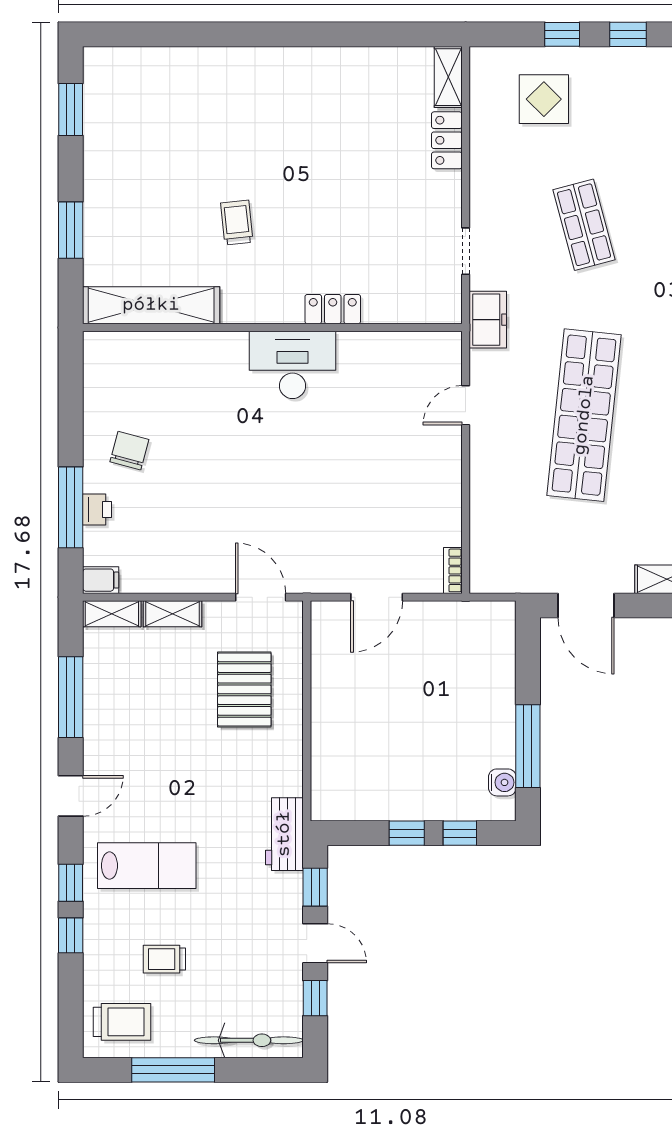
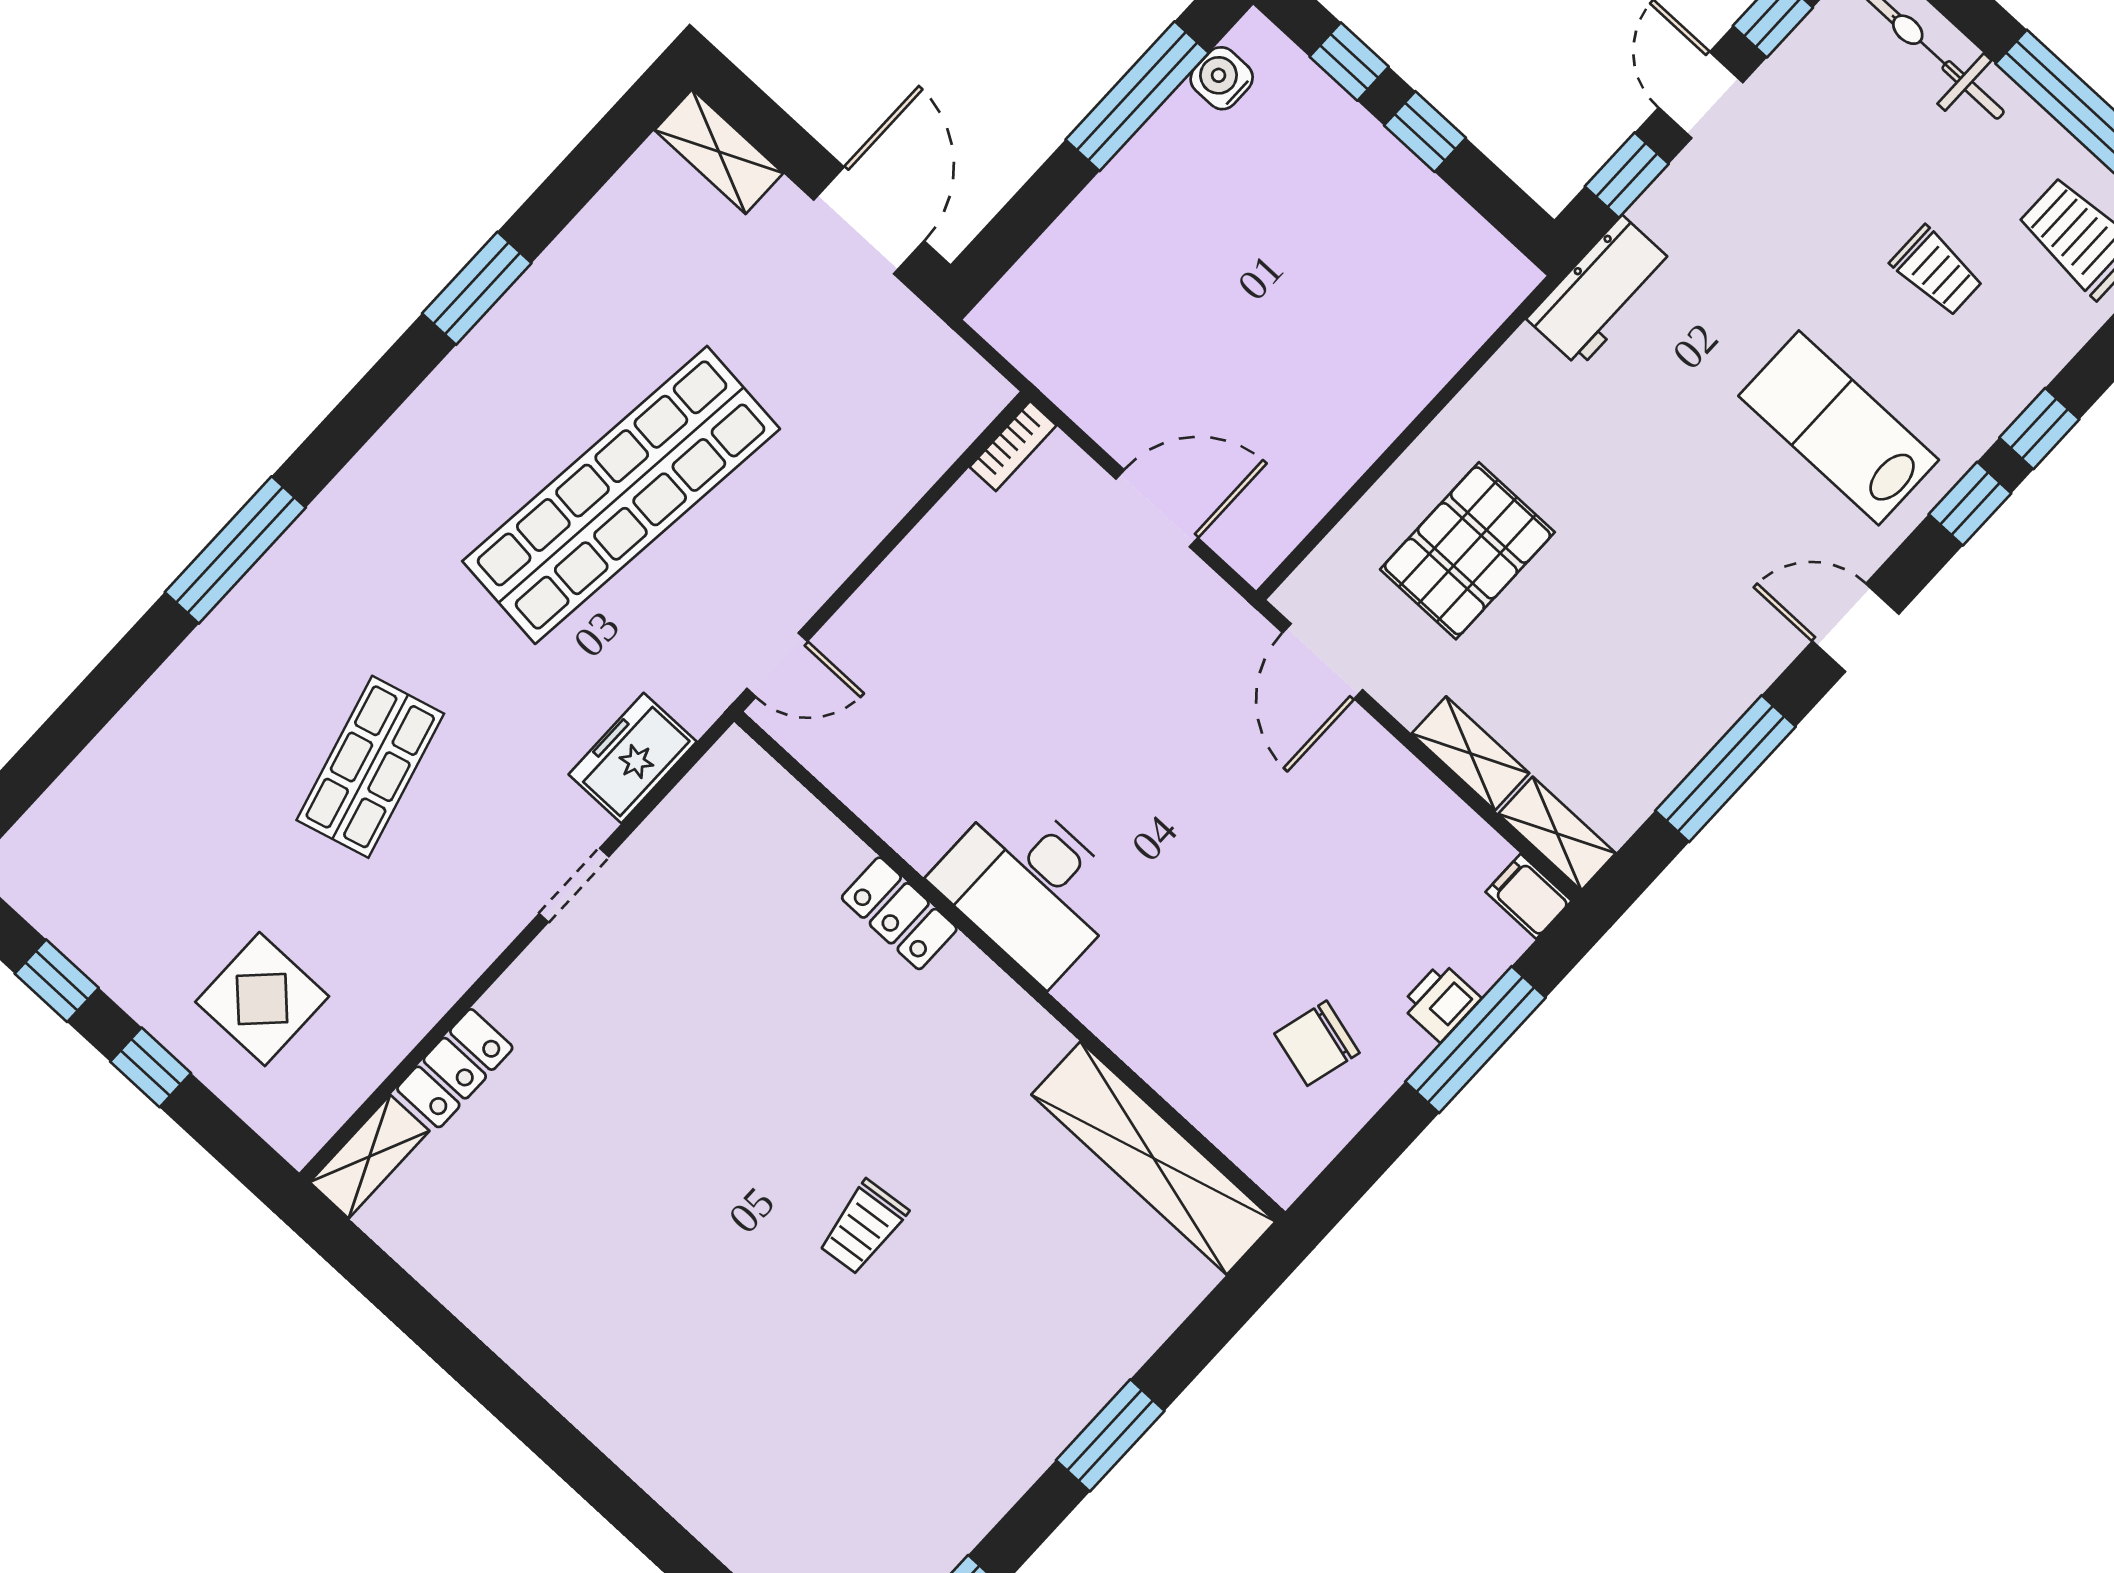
shelving: (151, 305) -> (1153, 1158), moved
locker: (333, 309) -> (899, 913), moved
wall: (272, 327) -> (1010, 967), moved
desk: (293, 365) -> (1030, 887), moved

